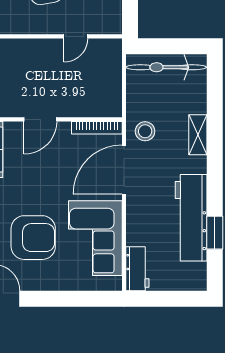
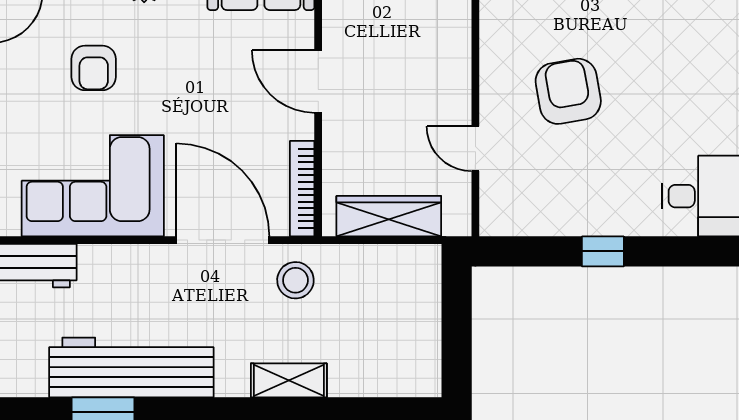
bicycle: (166, 67) -> (417, 320), removed
wardrobe: (111, 82) -> (389, 216), added
armchair: (33, 238) -> (94, 68), width x0.53, depth x0.53

